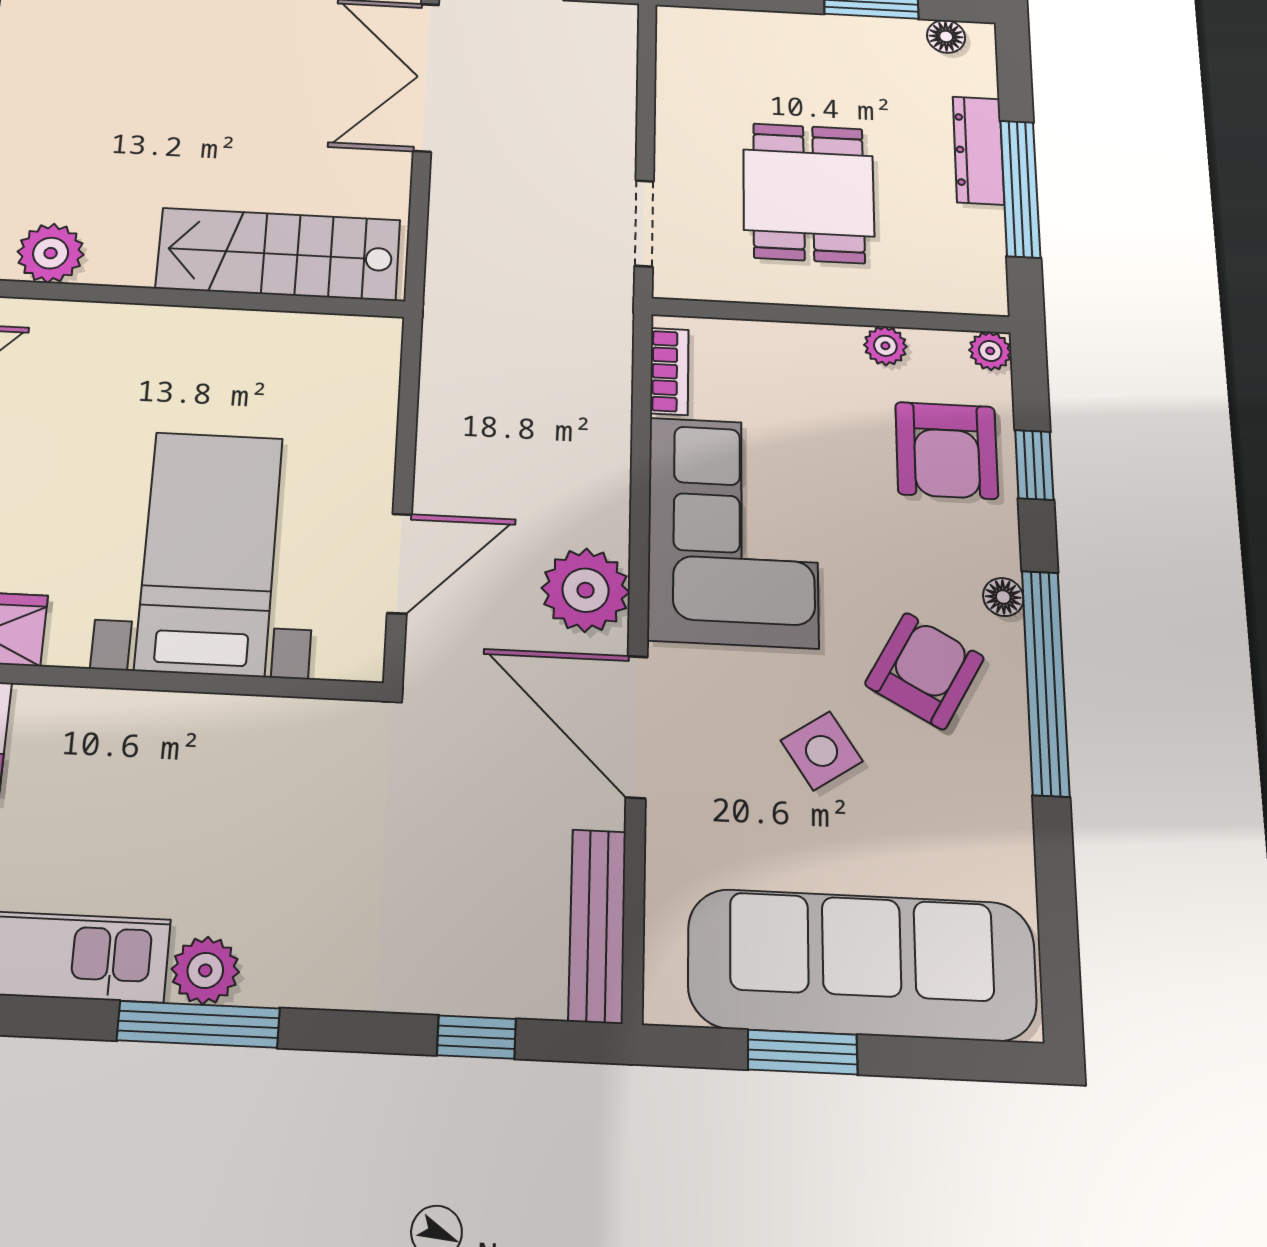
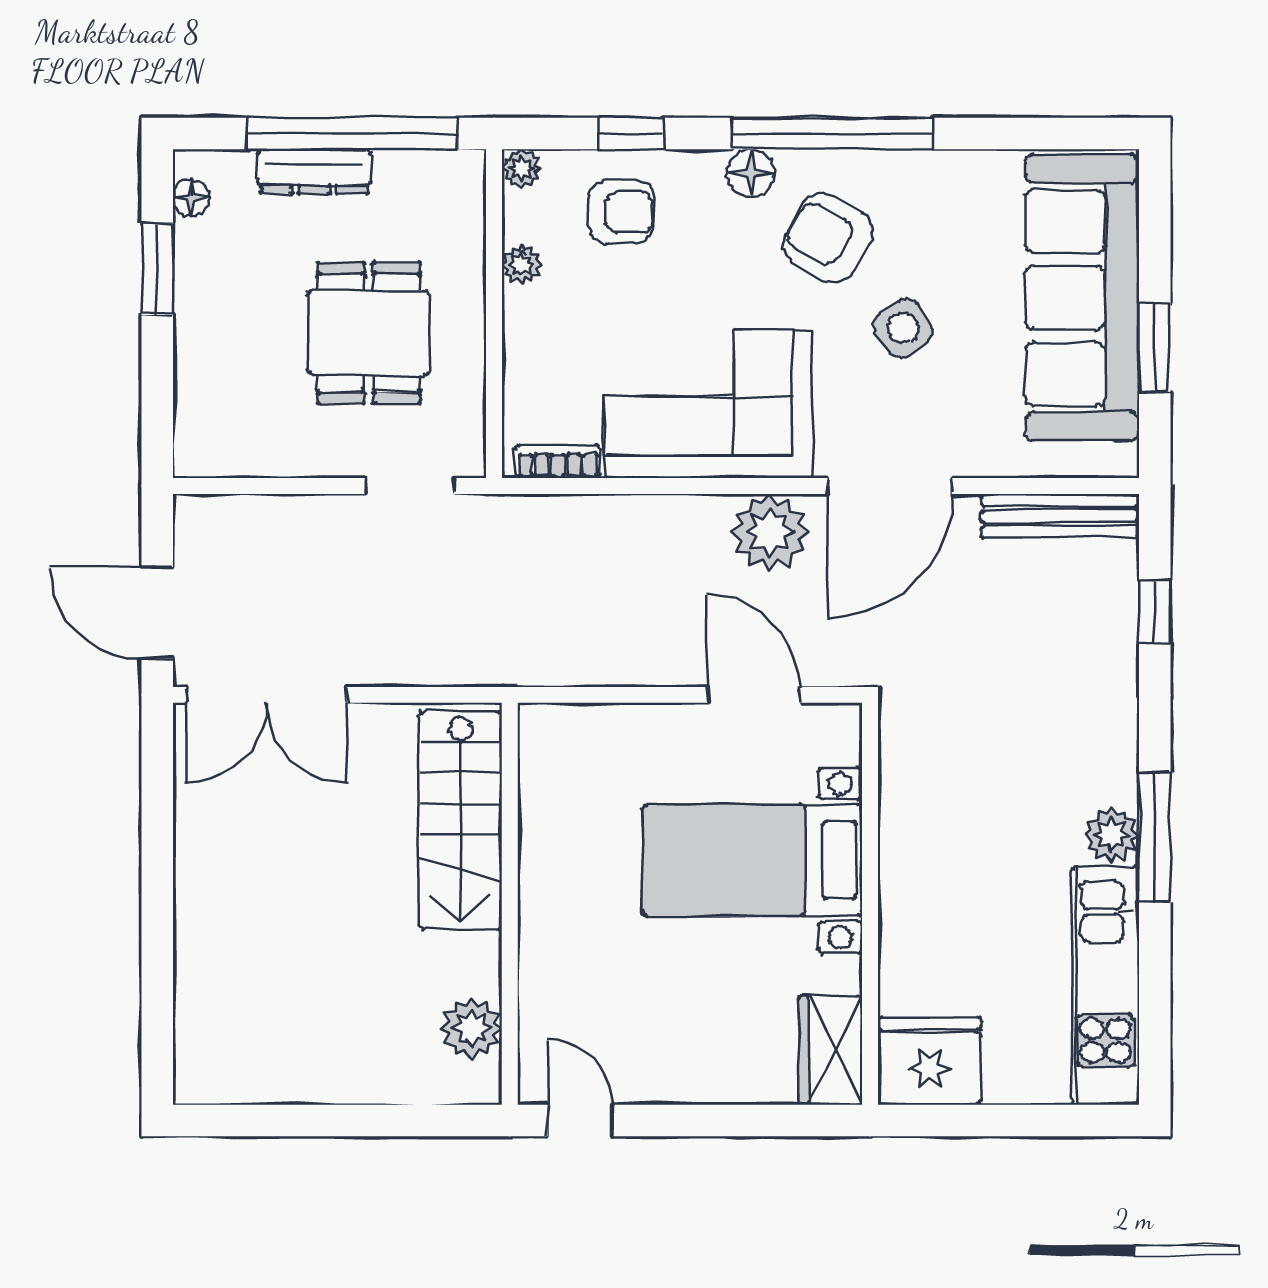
window: (1020, 189) -> (353, 133), width x1.46
dining table: (809, 193) -> (369, 333), turned 90
armchair: (947, 450) -> (621, 212), width x0.72, depth x0.72
floor lamp: (1003, 597) -> (751, 173), width x1.37, depth x1.37

